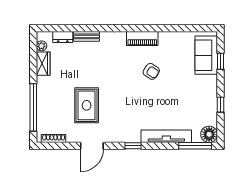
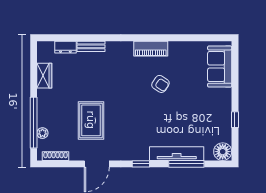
plant: (41, 46) -> (42, 133), moved
window: (221, 61) -> (235, 73), removed
window: (195, 146) -> (186, 164), moved

